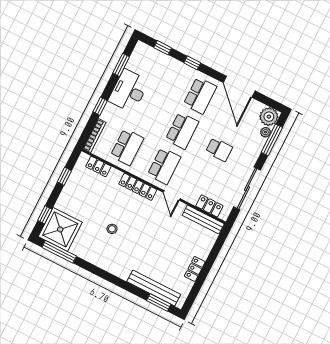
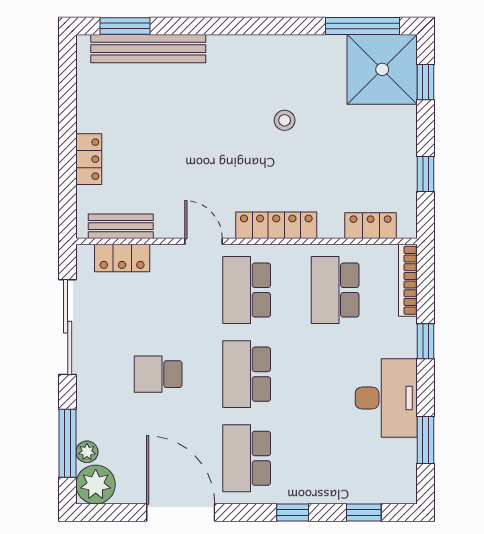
bench: (203, 220) -> (121, 226), width x0.73
locker: (195, 269) -> (89, 159), moved

